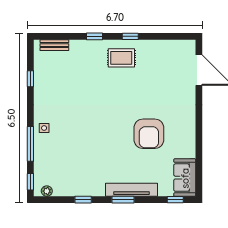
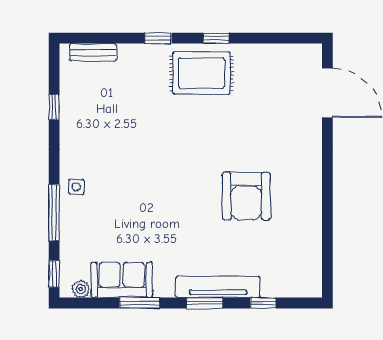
rug: (121, 58) -> (201, 73), width x1.36, depth x1.43
sofa: (185, 178) -> (122, 280), moved, turned 90
window: (83, 200) -> (140, 303), width x1.50
window: (175, 200) -> (263, 303), moved

